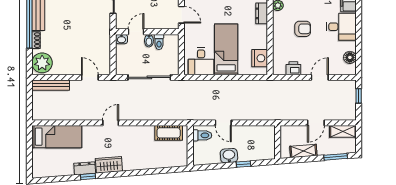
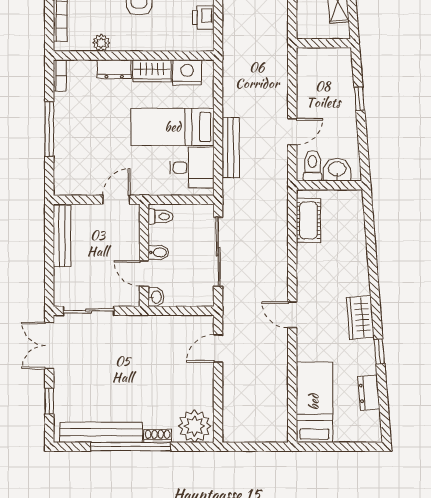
wardrobe: (261, 37) -> (152, 71), added
toilet: (159, 42) -> (161, 217), moved
bench: (51, 85) -> (231, 148), moved
washbasin: (229, 156) -> (337, 170), moved, turned 95
dresser: (85, 168) -> (369, 393), moved

